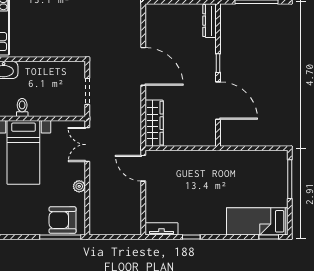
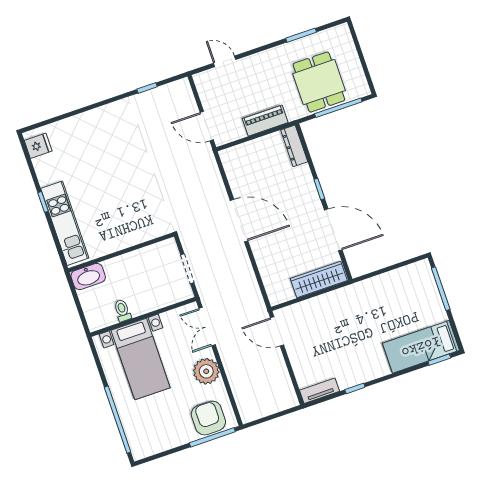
wardrobe: (154, 123) -> (319, 280), moved, turned -90
plant: (79, 186) -> (206, 371), width x1.88, depth x1.88
armchair: (63, 220) -> (208, 418), turned 90

